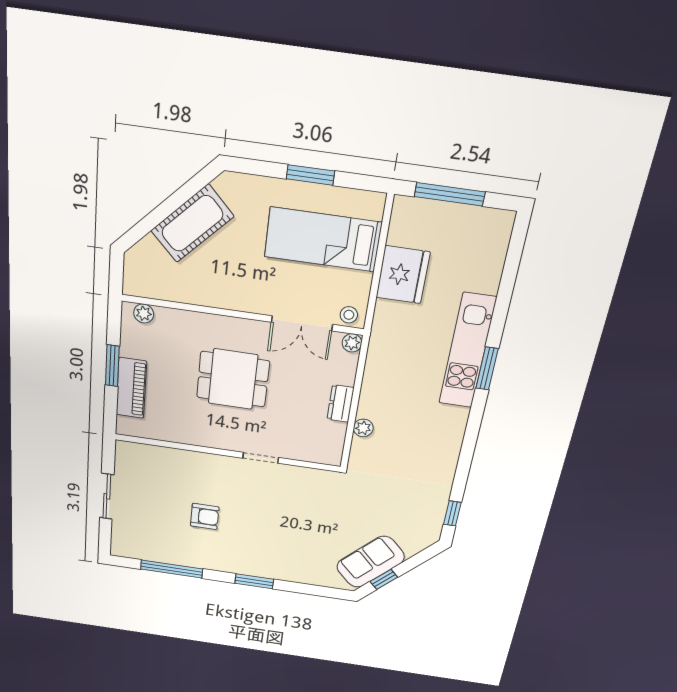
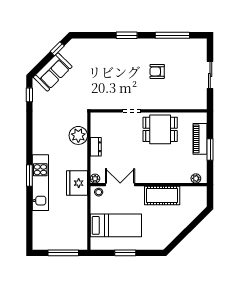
cot: (192, 224) -> (162, 196), moved, turned 45
fridge: (403, 275) -> (77, 183), moved
dining table: (233, 379) -> (160, 129), moved
plant: (363, 428) -> (78, 135), width x1.87, depth x1.87
sofa: (370, 562) -> (53, 72), moved

